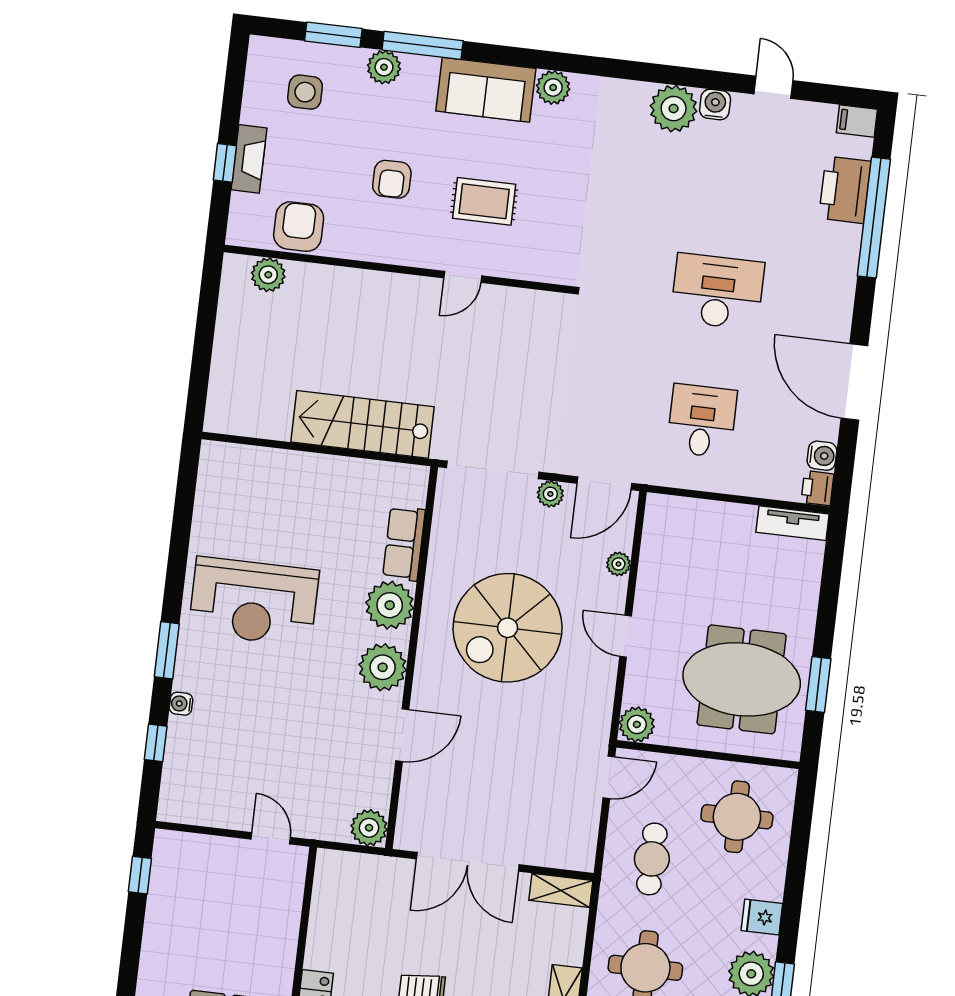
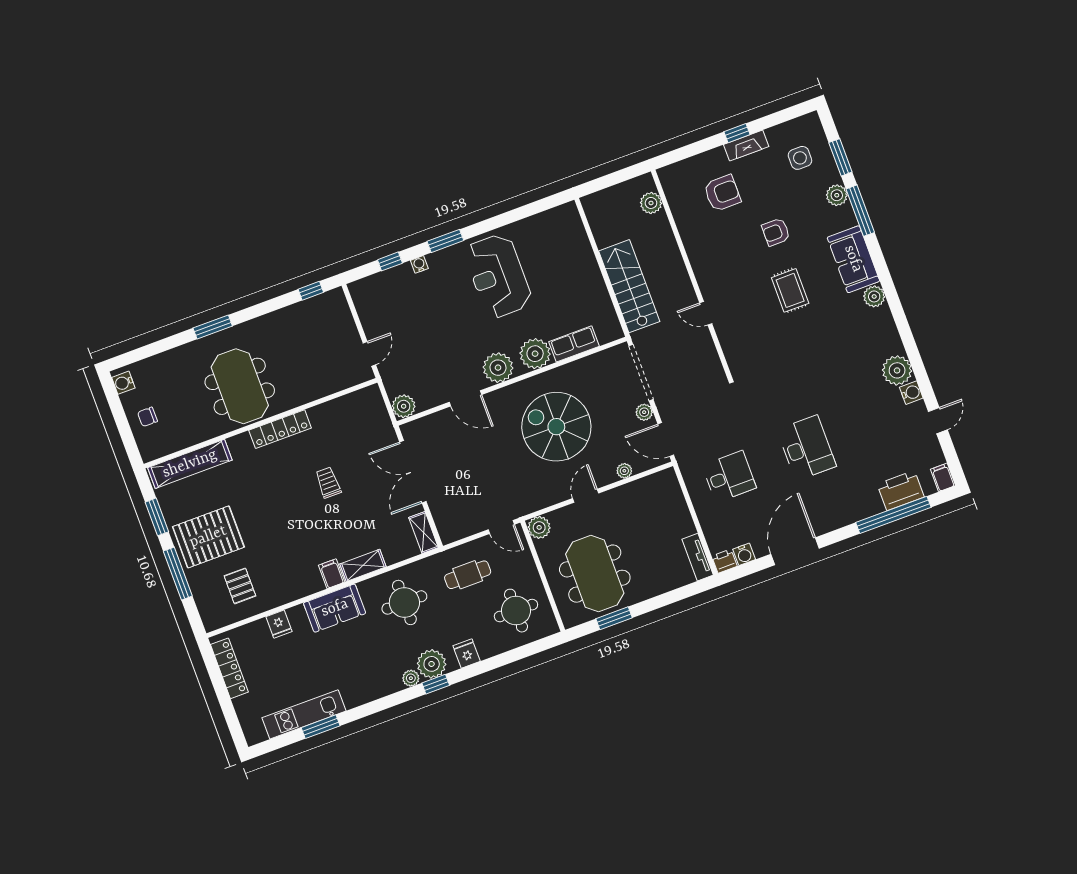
wall: (398, 269) -> (692, 274), moved
plant: (268, 275) -> (651, 203), moved
door: (463, 277) -> (706, 313), moved

